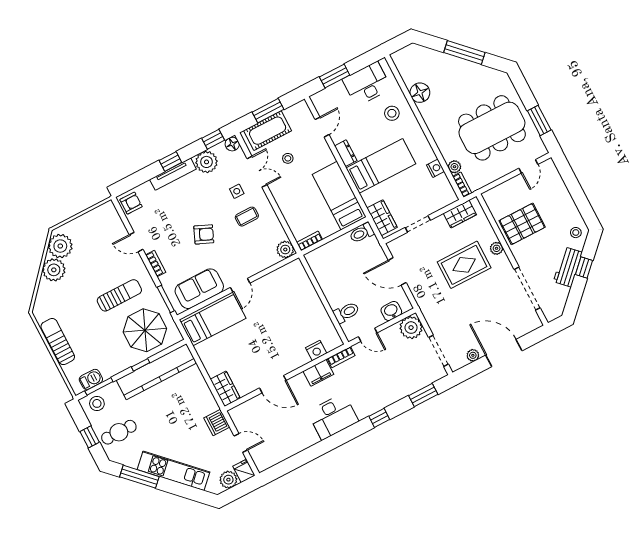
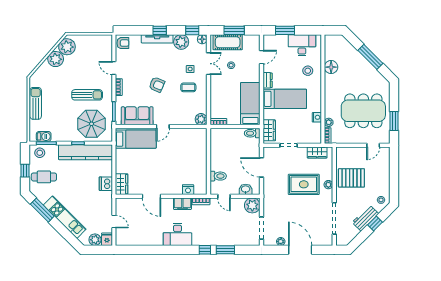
window: (423, 395) -> (225, 250), moved
dishwasher: (217, 422) -> (106, 184), moved

